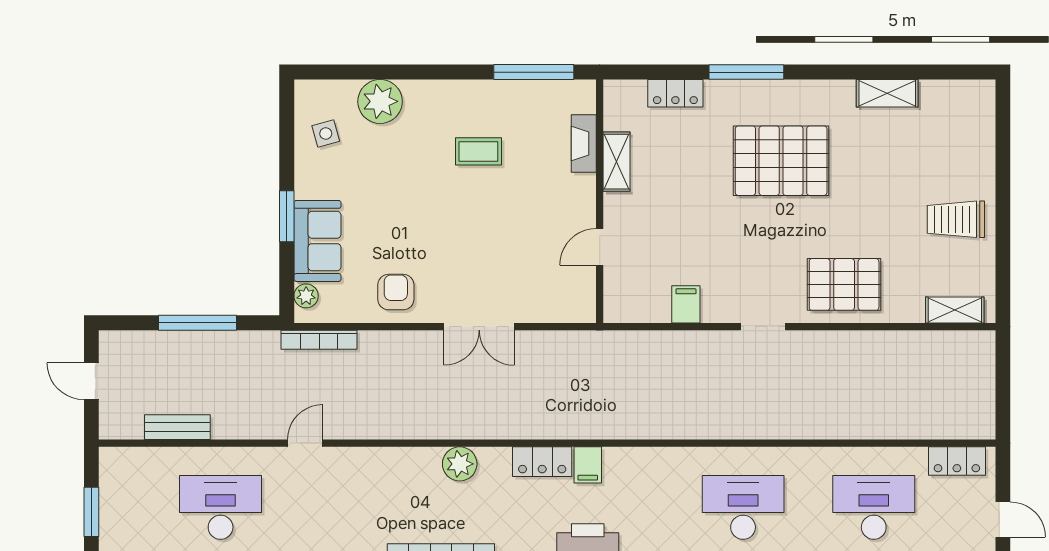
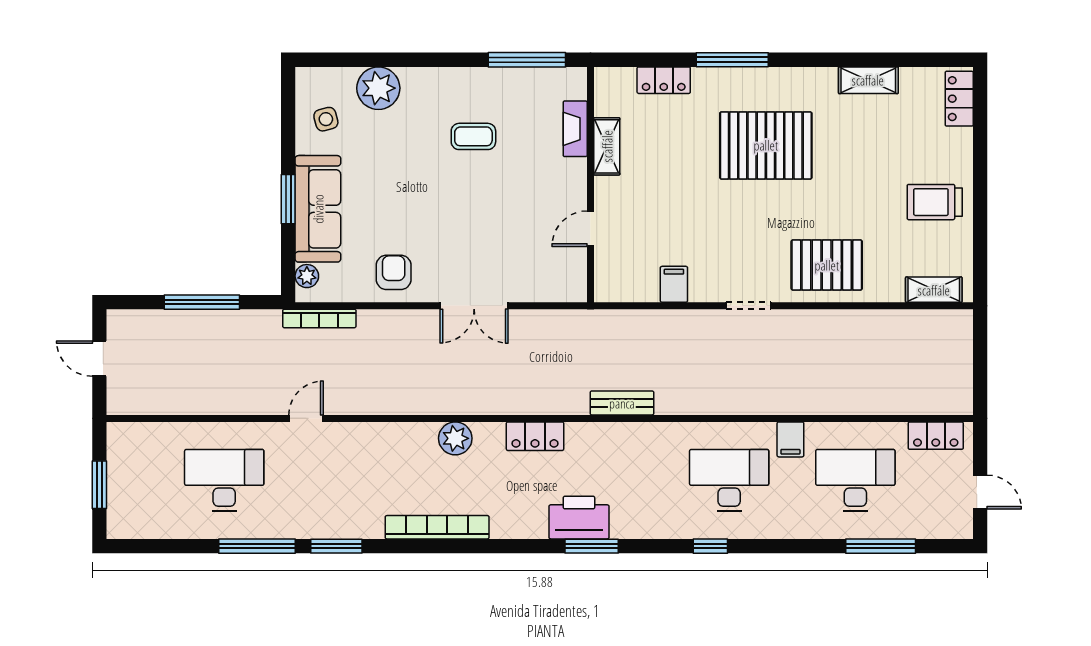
locker: (981, 112) -> (959, 99), added
sofa: (317, 241) -> (318, 209), width x1.36
bench: (177, 427) -> (622, 403), moved
filing cabinet: (588, 465) -> (790, 439), moved

